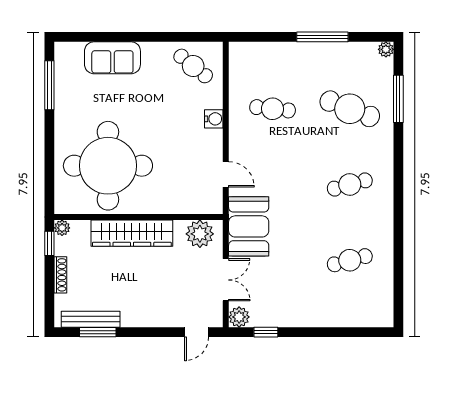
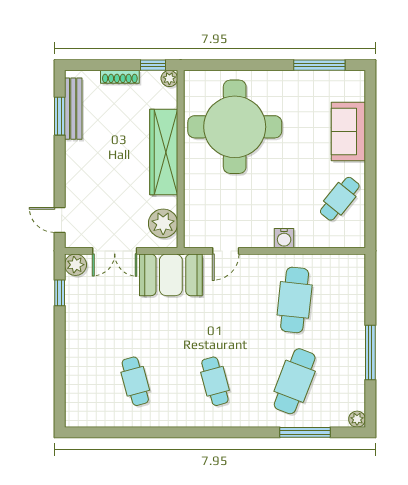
cafe table: (193, 66) -> (340, 199), moved
cafe table: (273, 109) -> (295, 300), width x1.37, depth x1.35

